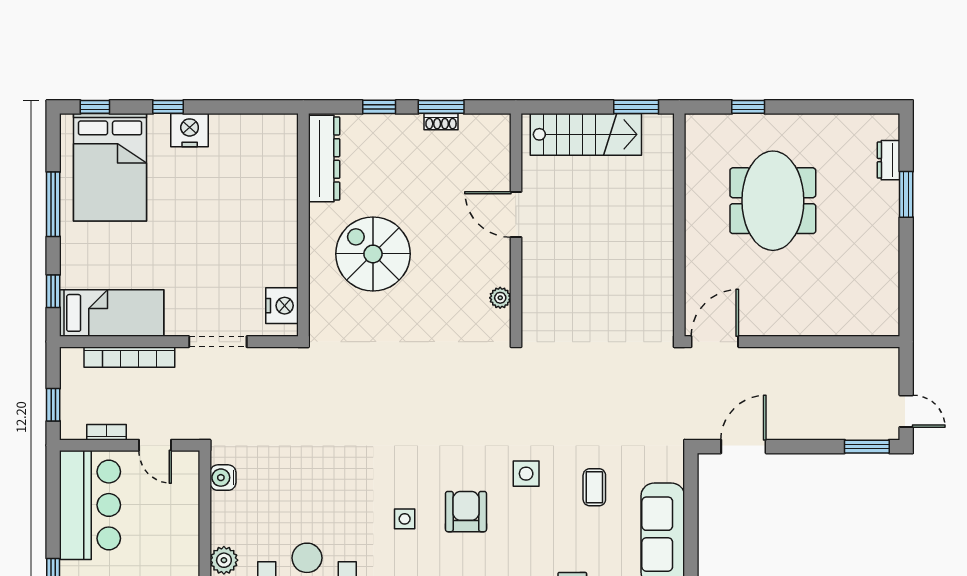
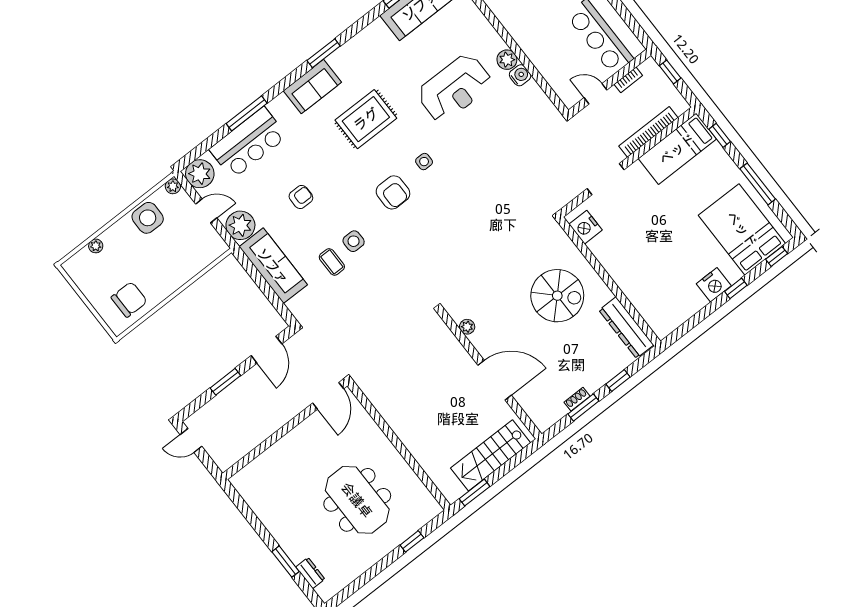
door: (516, 214) -> (495, 380), width x1.36
window: (867, 447) -> (225, 382), moved
side table: (526, 474) -> (354, 241), moved
water cooler: (223, 478) -> (520, 75), moved

